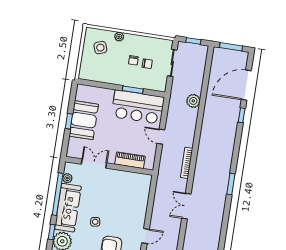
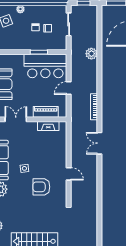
door: (161, 137) -> (69, 88), hinge flipped
fireplace: (130, 177) -> (48, 126), added
door: (145, 236) -> (69, 174), hinge flipped

